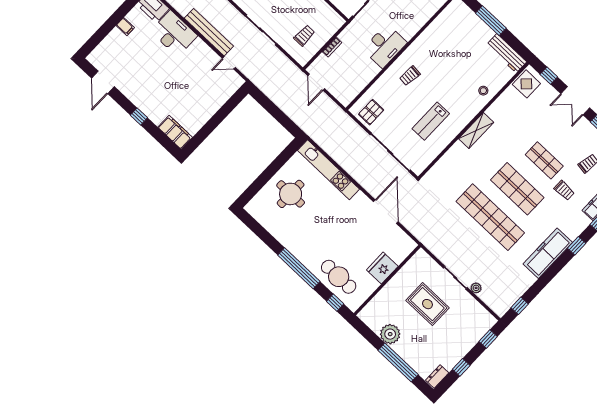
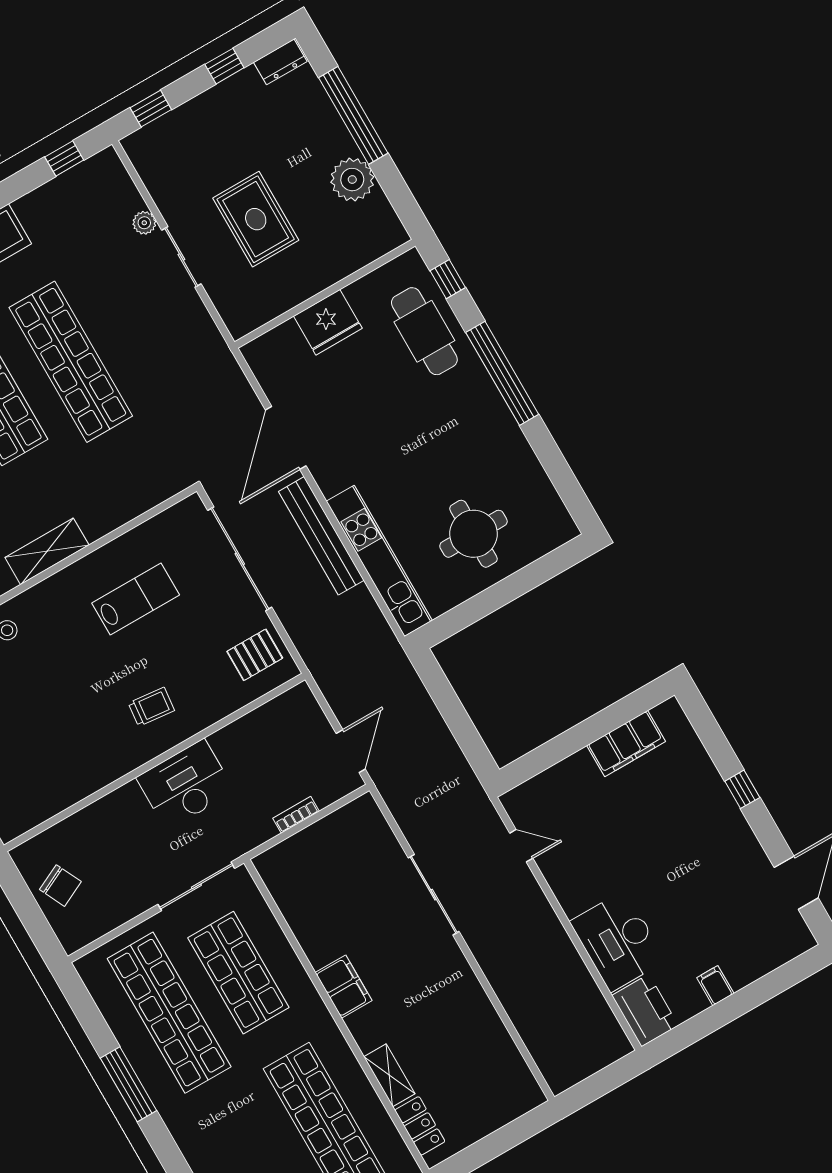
bench: (209, 32) -> (321, 536), moved
trolley: (304, 35) -> (347, 856), removed
filing cabinet: (175, 132) -> (626, 743), moved, turned -90

